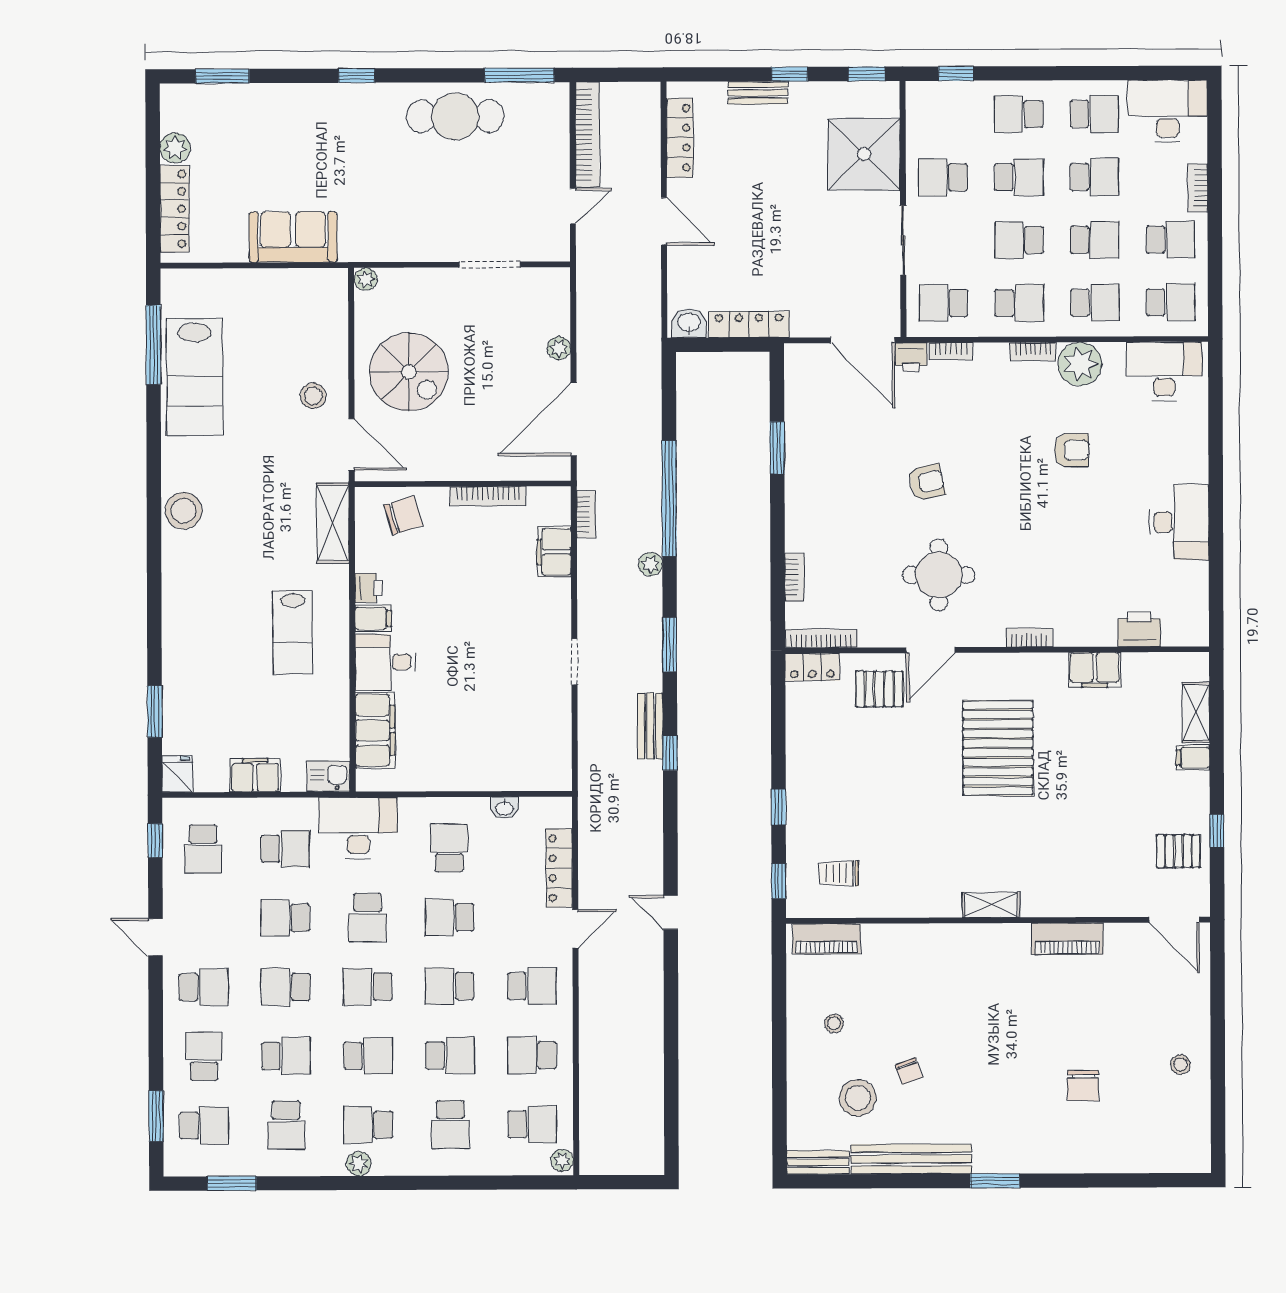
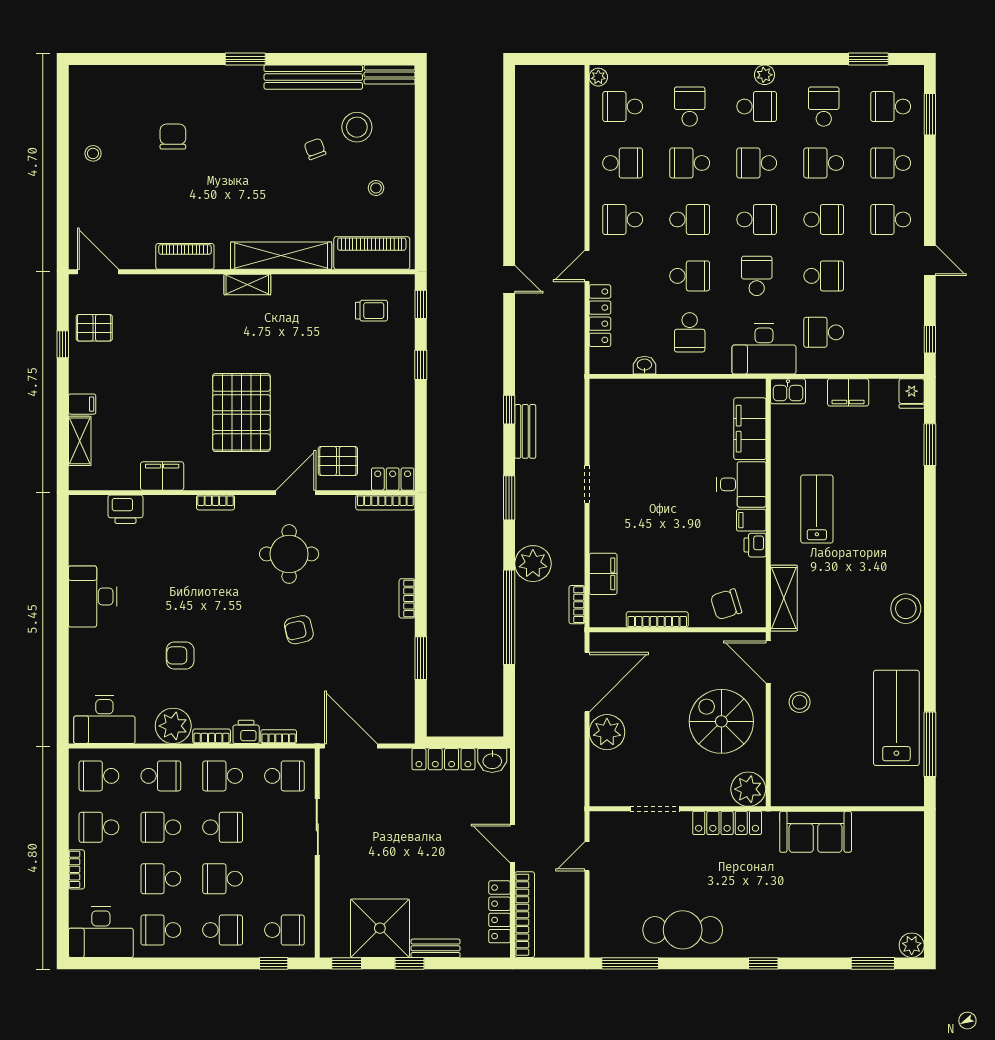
bookcase: (587, 135) -> (525, 915), moved, turned 180
plant: (175, 148) -> (912, 945), moved
shower: (864, 154) -> (380, 928), moved
school desk: (943, 177) -> (284, 930), moved
locker: (174, 209) -> (727, 823), moved, turned -90
plant: (366, 279) -> (748, 789), width x1.88, depth x1.88
school desk: (1095, 303) -> (161, 776), turned 180
plant: (559, 348) -> (607, 732), width x1.87, depth x1.87
printer: (911, 357) -> (246, 732), moved
plant: (651, 564) -> (533, 564), width x1.88, depth x1.88
bookcase: (794, 577) -> (407, 598), moved
school desk: (203, 849) -> (891, 332), removed
piano: (826, 939) -> (372, 253), width x1.37, depth x1.33
shelving: (950, 940) -> (281, 256), added
school desk: (204, 1056) -> (891, 163), turned 90

